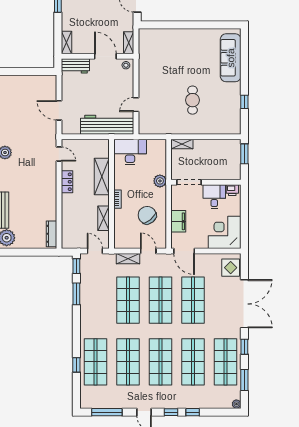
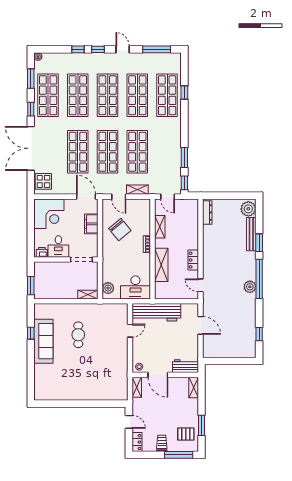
sofa: (231, 58) -> (43, 341), moved
plant: (160, 181) -> (108, 288), moved

